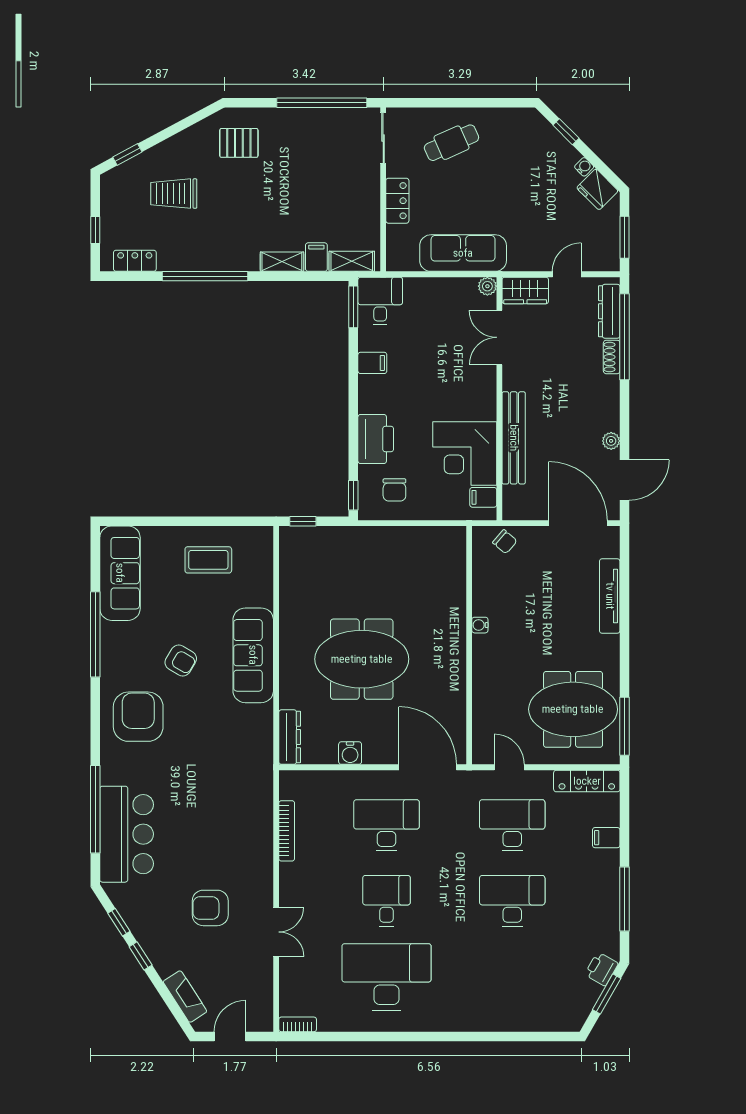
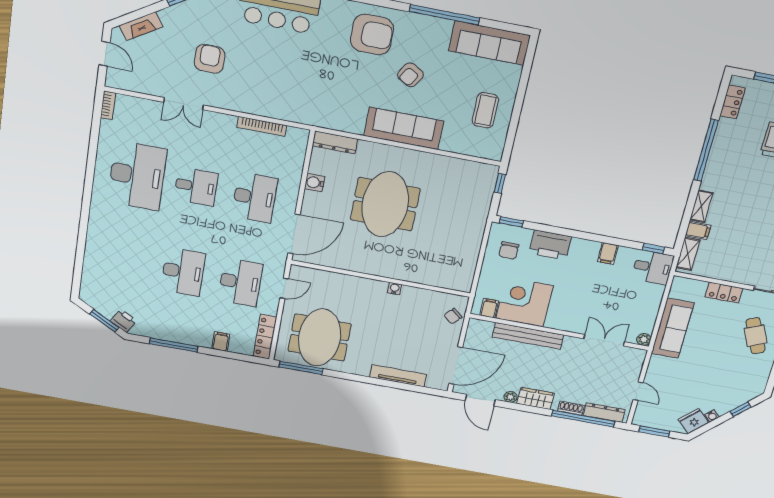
wardrobe: (525, 290) -> (536, 398), moved, turned 90
window: (353, 307) -> (653, 249), width x0.67
chair: (394, 490) -> (509, 251), turned -90

